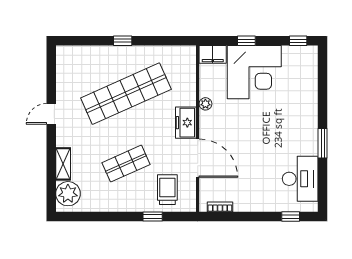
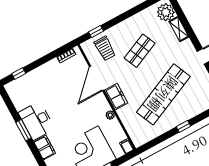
filing cabinet: (213, 54) -> (127, 146), width x0.50
filing cabinet: (308, 108) -> (45, 147), added
door: (198, 158) -> (97, 78), hinge flipped
desk: (300, 179) -> (37, 121), moved
window: (153, 216) -> (96, 32), moved

